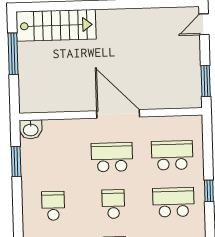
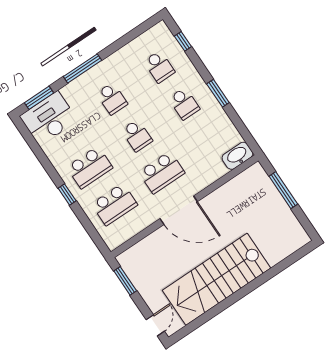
stairs: (56, 25) -> (216, 279), moved, width x1.36, depth x1.51
window: (13, 54) -> (283, 190), moved
washbasin: (31, 129) -> (237, 156), width x1.38
window: (16, 161) -> (218, 93), moved

